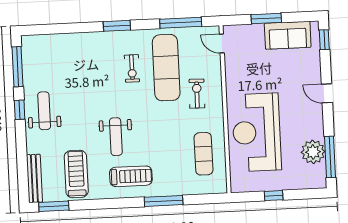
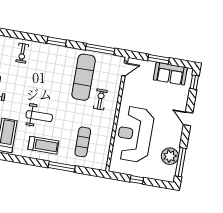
door: (222, 44) -> (125, 69), swing flipped
exercise bike: (132, 68) -> (22, 53), moved
weight bench: (116, 137) -> (39, 116), turned -90
exercise mat: (203, 154) -> (83, 142), moved

